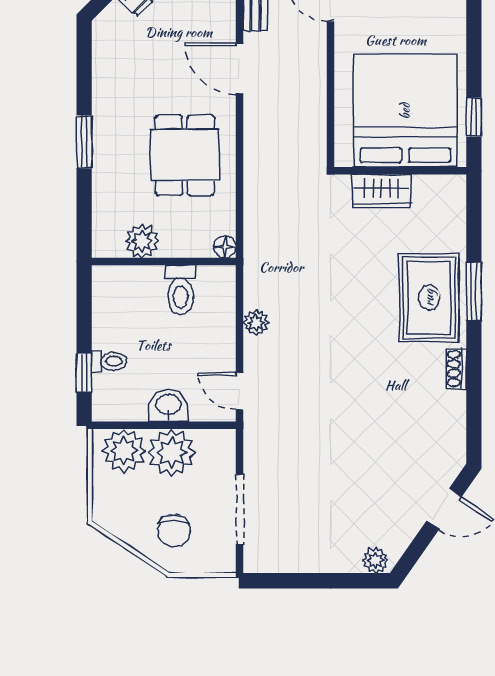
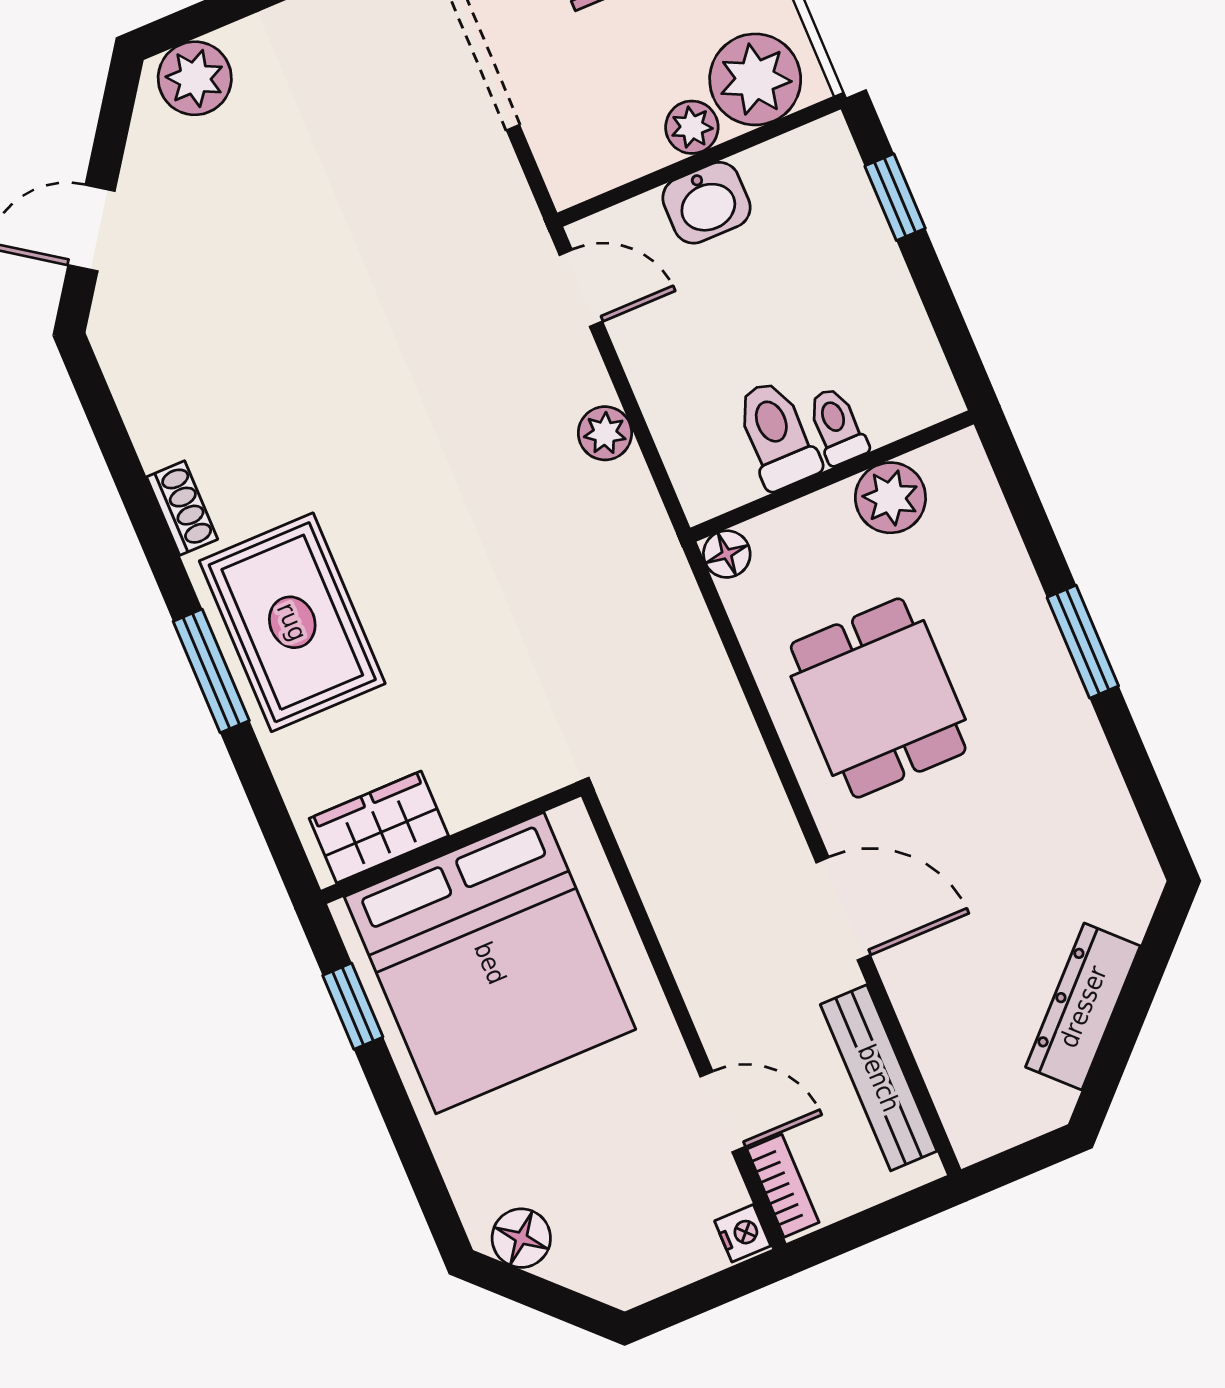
wardrobe: (381, 191) -> (379, 827), moved
toilet: (109, 361) -> (837, 426), moved, turned 90
plant: (172, 452) -> (692, 127), width x0.53, depth x0.53
plant: (375, 560) -> (195, 78), width x1.38, depth x1.38

